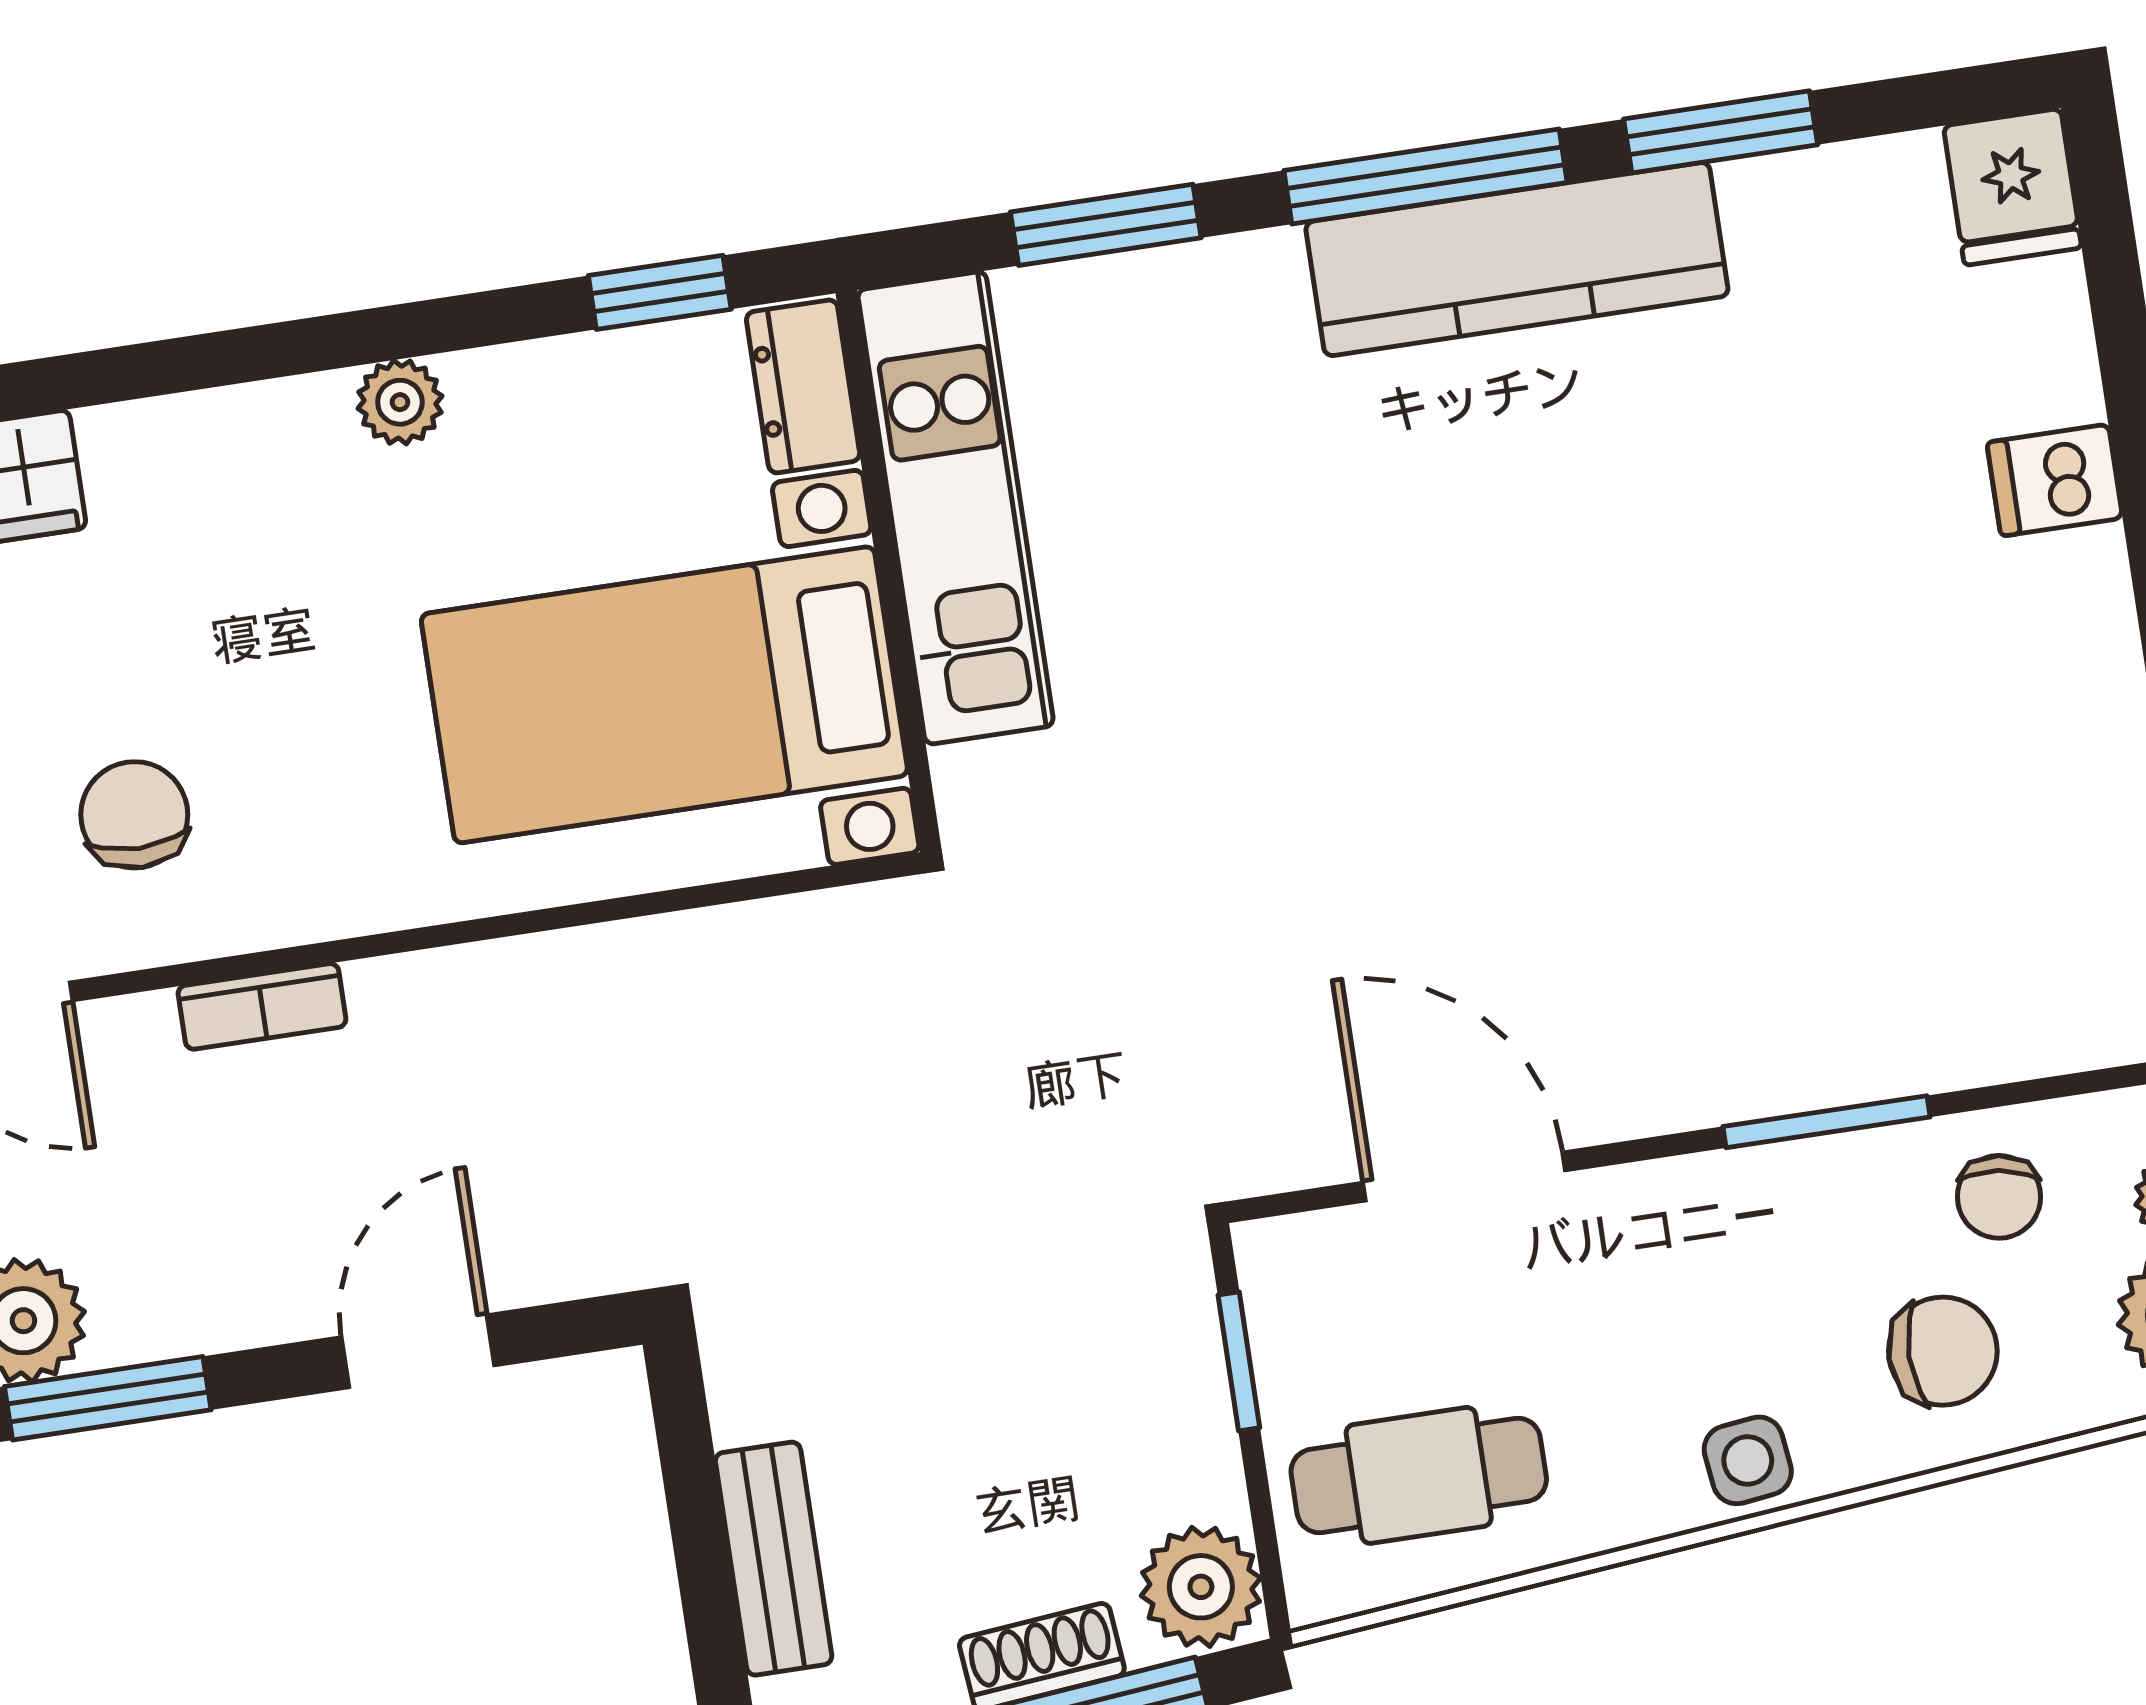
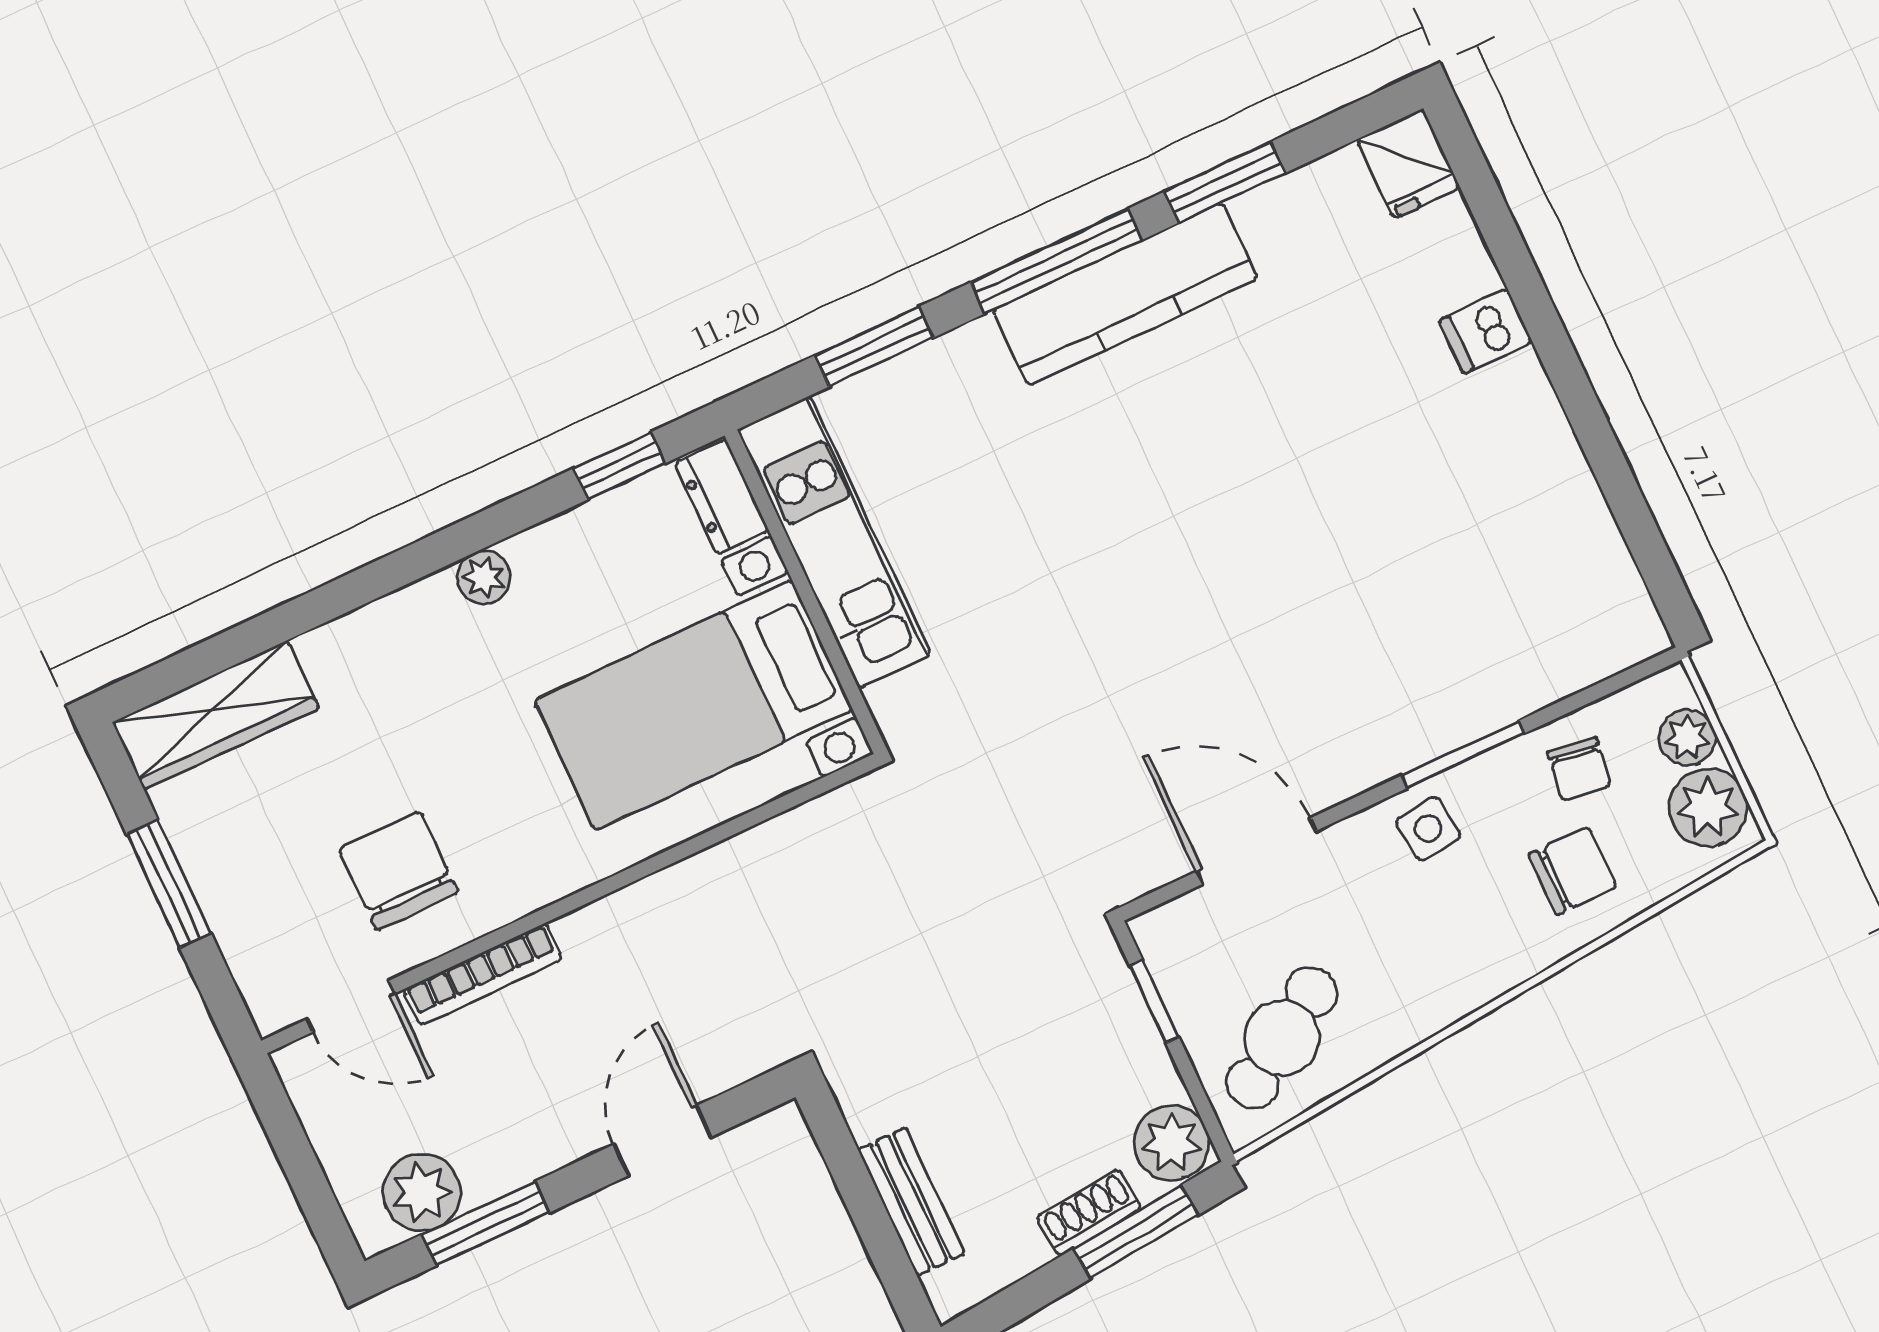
chair: (134, 815) -> (398, 871), width x1.37, depth x1.37
bookcase: (262, 1006) -> (483, 974), width x1.56
side table: (1748, 1460) -> (1428, 829), moved
cafe table: (1419, 1475) -> (1282, 1038), turned -32

